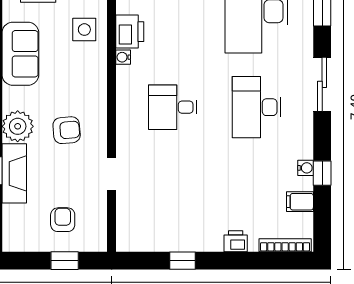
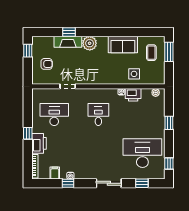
desk: (257, 107) -> (54, 115), moved
armchair: (67, 130) -> (88, 66), removed
printer: (236, 241) -> (39, 143), width x1.87, depth x1.48
window: (65, 261) -> (28, 51), moved
window: (183, 261) -> (28, 133), moved

